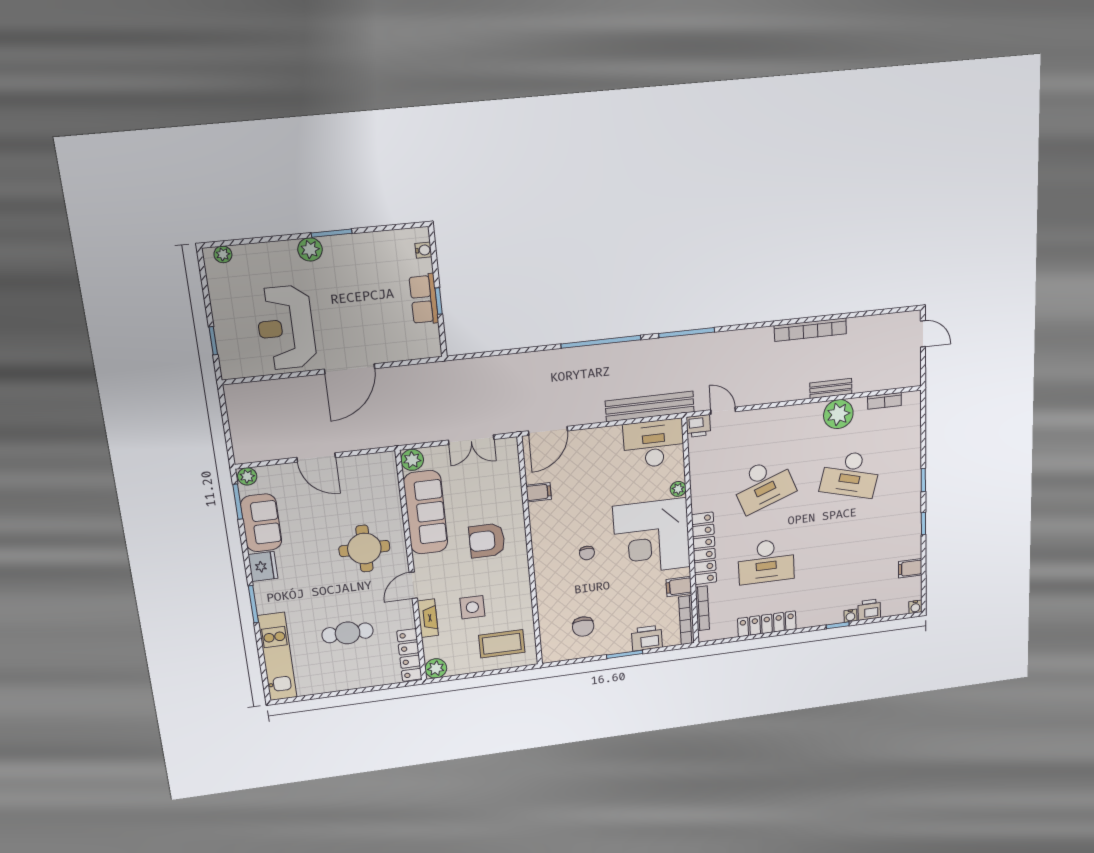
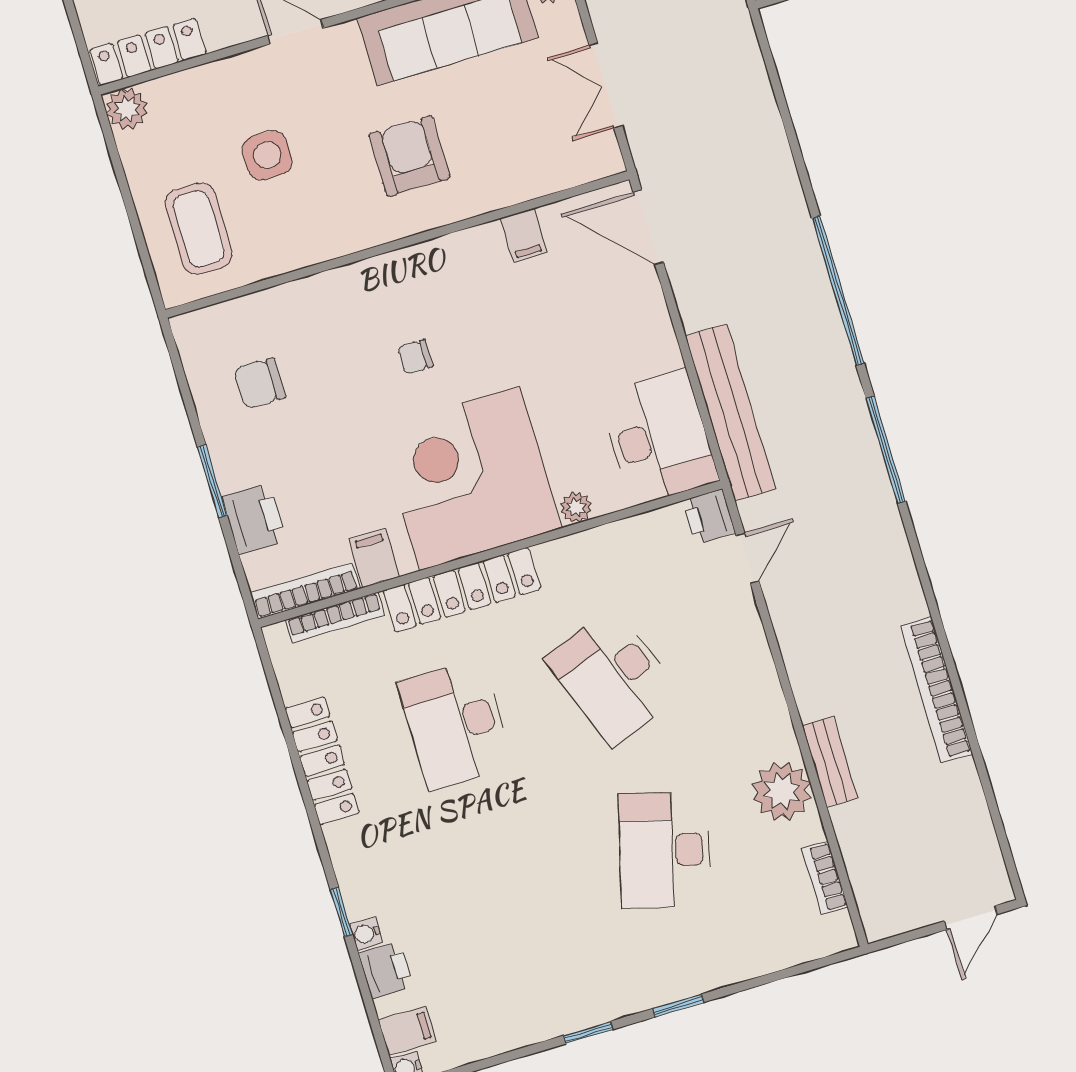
filing cabinet: (910, 568) -> (407, 1031), moved, turned 90
fireplace: (428, 618) -> (231, 73), removed

